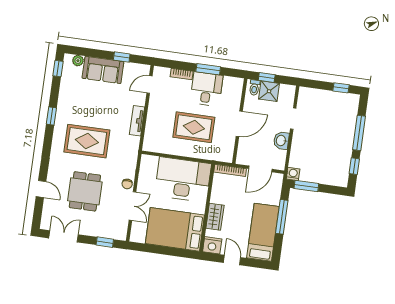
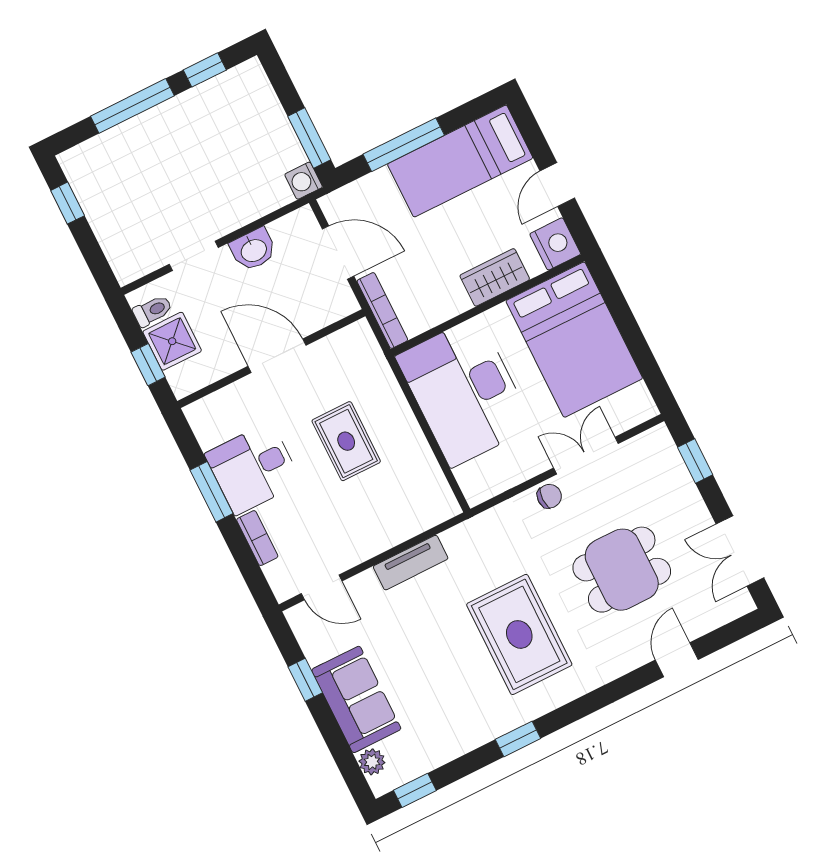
toilet: (254, 87) -> (153, 311), moved
rug: (194, 127) -> (346, 441), width x0.73, depth x0.70

